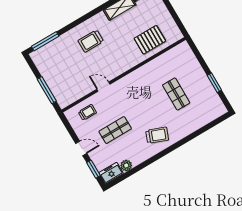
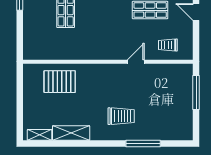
window: (45, 41) -> (143, 144), moved
door: (103, 87) -> (136, 62), swing flipped

